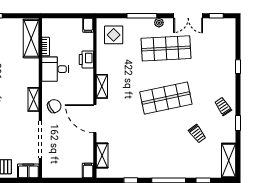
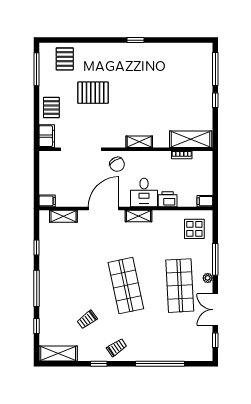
window: (238, 67) -> (160, 364), width x3.17
desk: (55, 69) -> (144, 193), moved, turned 180
shelving: (33, 99) -> (139, 142), moved

